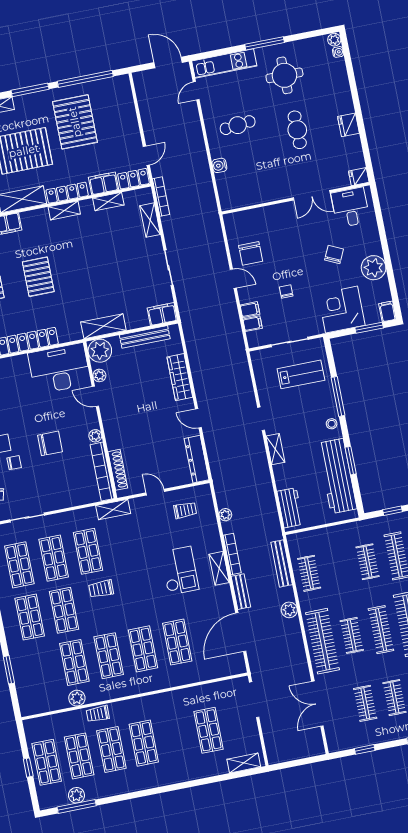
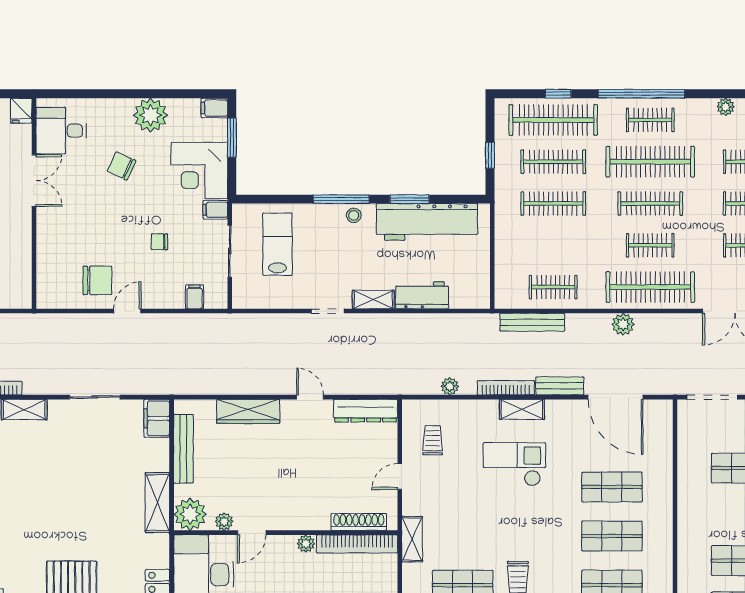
filing cabinet: (250, 310) -> (215, 210), moved, turned -90
window: (338, 396) -> (341, 199), moved
door: (198, 418) -> (310, 397), swing flipped
workbench: (290, 508) -> (422, 295), moved
clothes rail: (368, 562) -> (553, 203), width x1.36
plant: (289, 610) -> (623, 324), moved

